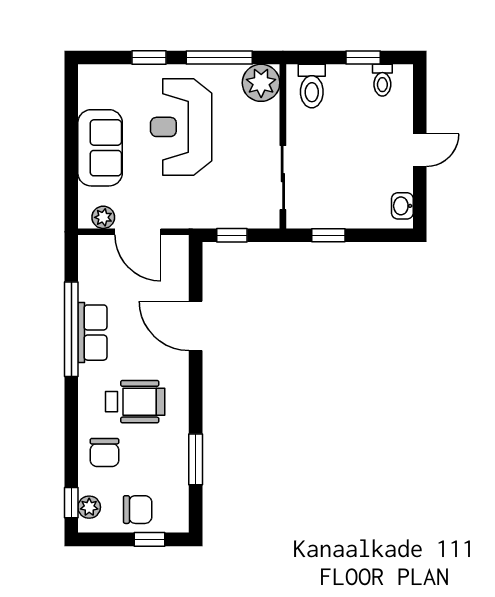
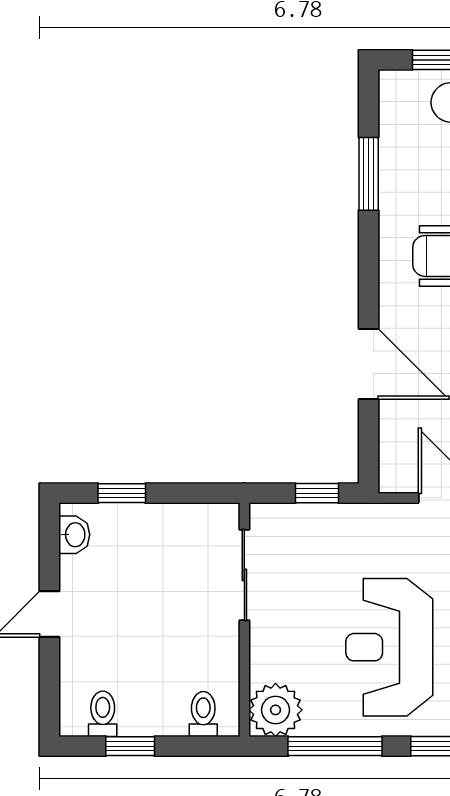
toilet: (312, 86) -> (203, 714), width x0.73, depth x0.72
reception desk: (181, 127) -> (389, 647), turned 180
window: (328, 235) -> (122, 493), moved

